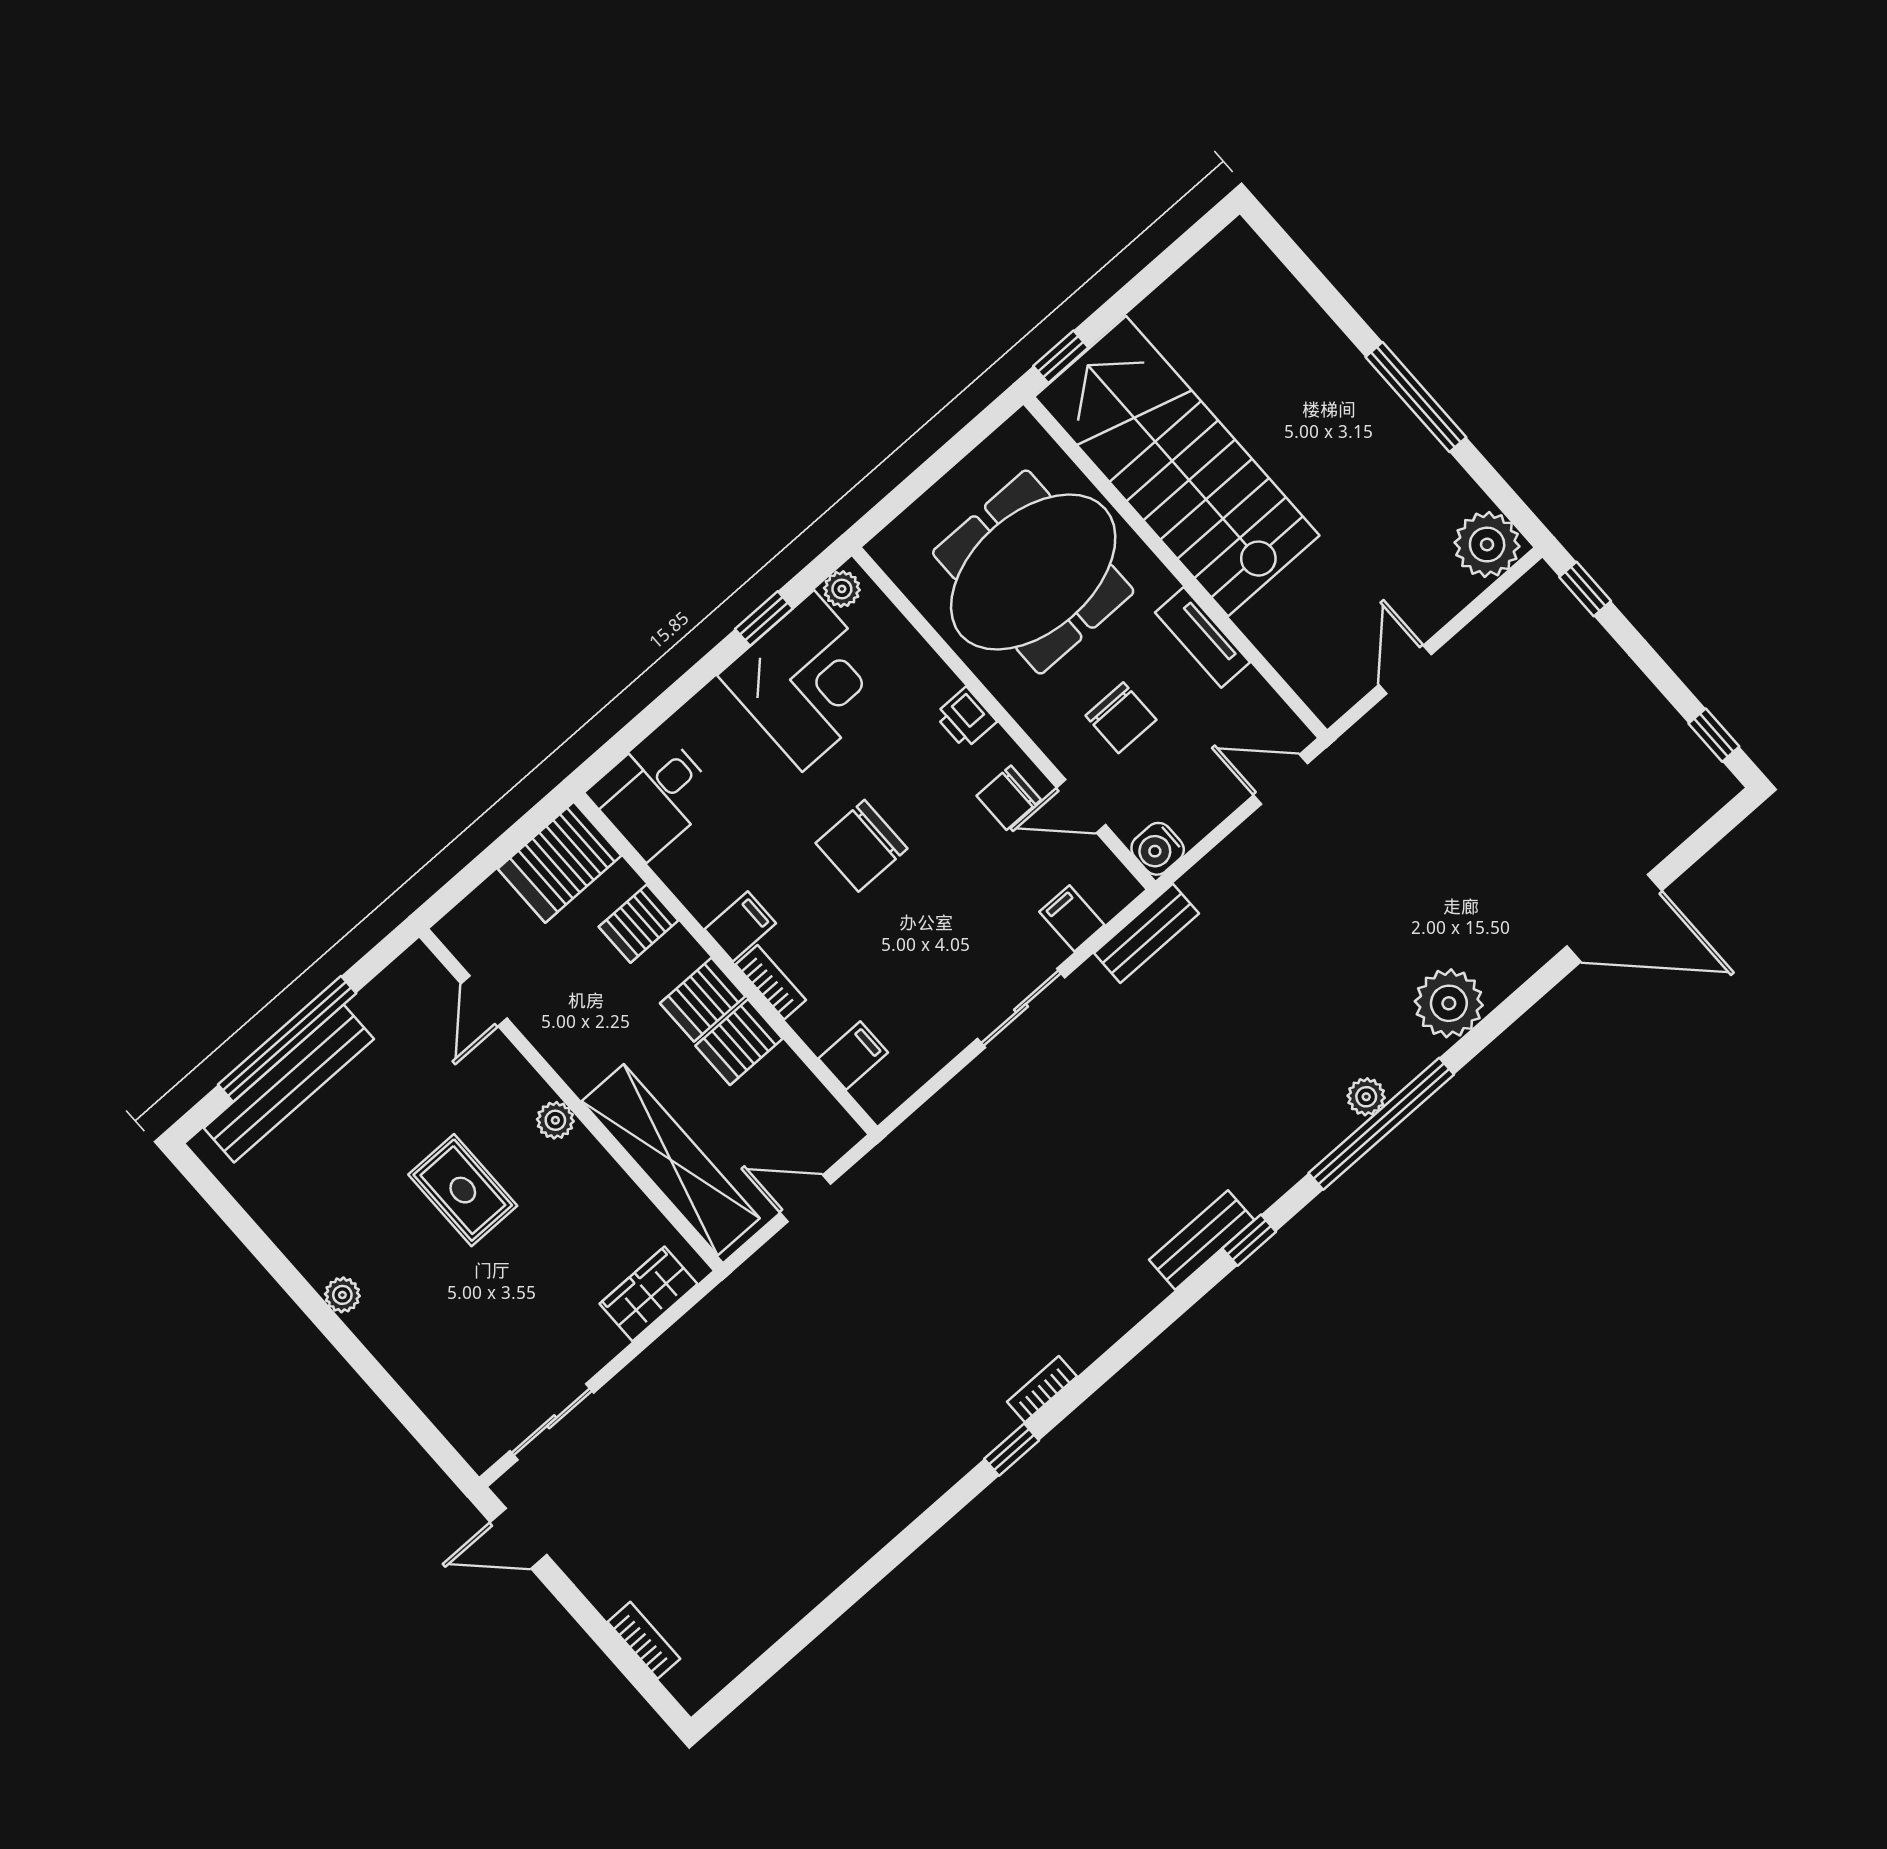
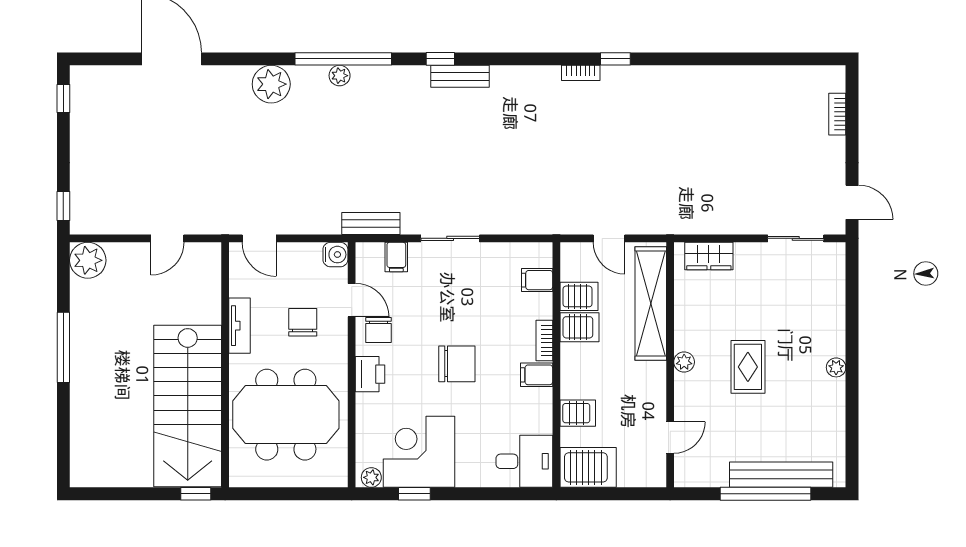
printer: (966, 718) -> (370, 374), width x1.36, depth x1.24
chair: (1009, 798) -> (378, 330), turned 90
server rack: (703, 1000) -> (579, 296), moved

